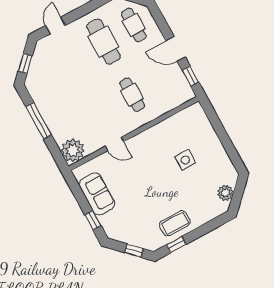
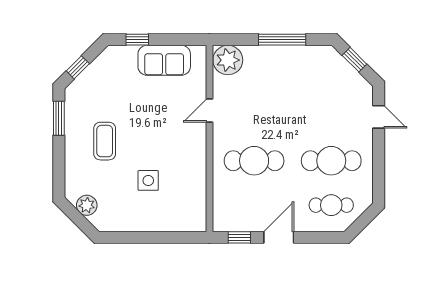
cafe table: (132, 95) -> (254, 161), width x1.37, depth x1.35
coffee table: (175, 223) -> (105, 141), moved
window: (176, 245) -> (59, 118), width x1.50

